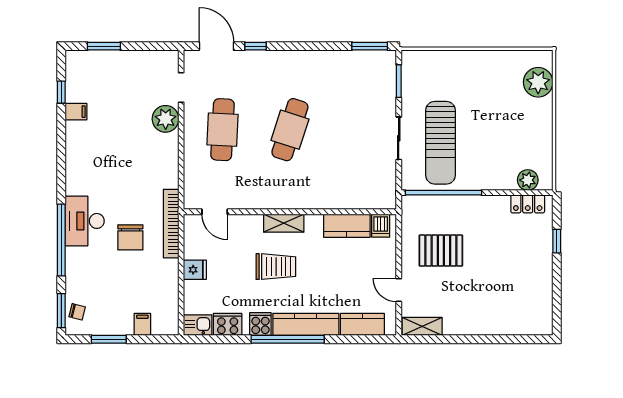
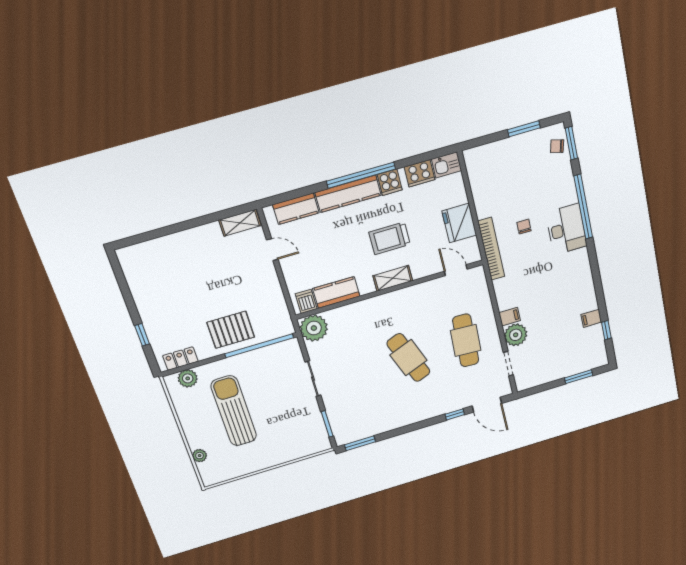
plant: (538, 82) -> (200, 456), width x0.53, depth x0.53
cafe table: (290, 130) -> (408, 358), turned -39
sun lounger: (440, 143) -> (234, 411), moved
plant: (381, 194) -> (314, 328), added
chair: (130, 237) -> (524, 227), width x0.54, depth x0.54
pallet: (441, 251) -> (231, 330), moved
fridge: (195, 270) -> (459, 223), width x1.88, depth x1.34
filing cabinet: (142, 324) -> (510, 317), moved, turned -90

